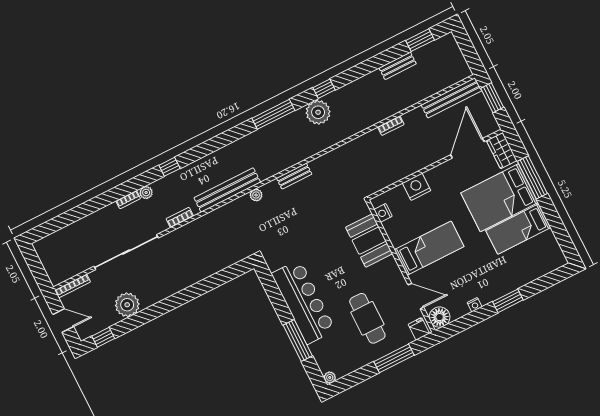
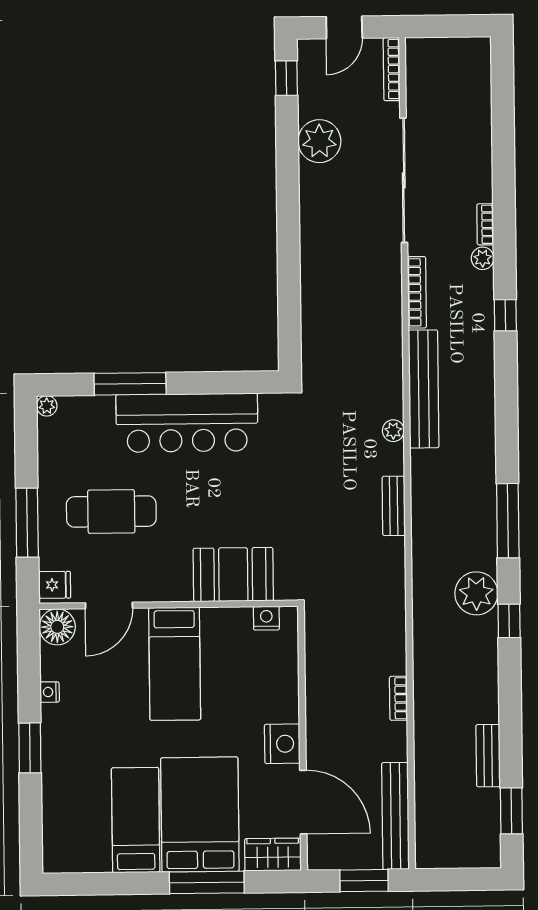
nightstand: (417, 187) -> (282, 744), moved
bookcase: (180, 217) -> (417, 292), width x1.56

